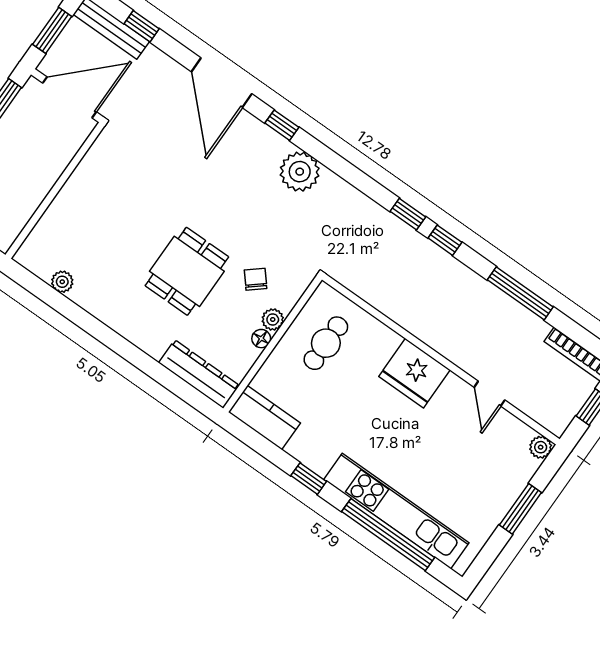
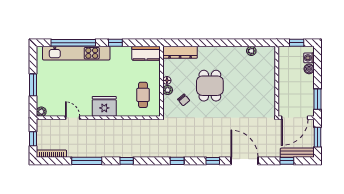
plant: (300, 172) -> (195, 149), removed
window: (408, 214) -> (177, 161), moved

